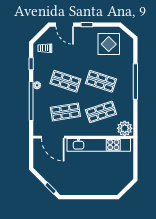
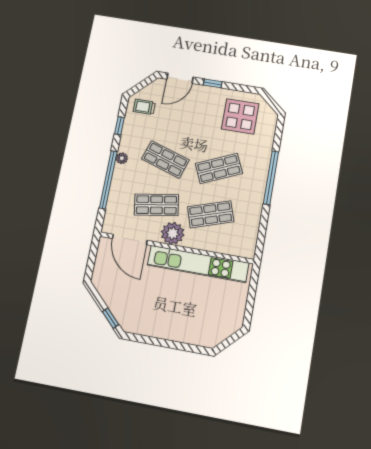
door: (65, 25) -> (180, 78), hinge flipped
shop shelf: (101, 81) -> (219, 169), turned -42
plant: (125, 128) -> (173, 233), moved

